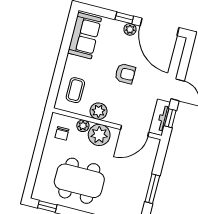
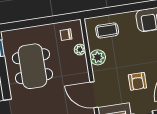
armchair: (125, 74) -> (137, 81), moved
plant: (99, 135) -> (78, 66), removed

